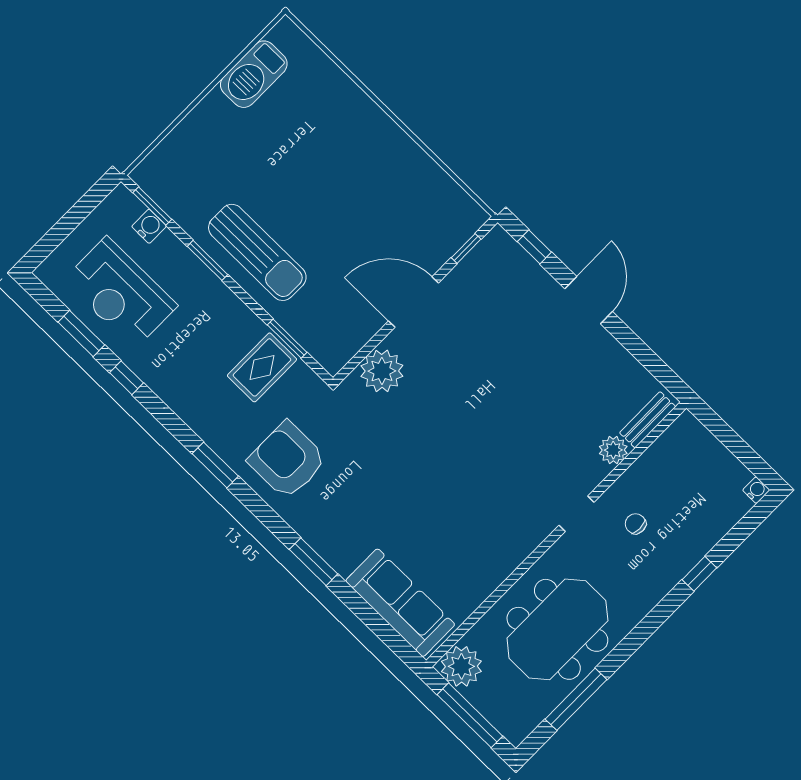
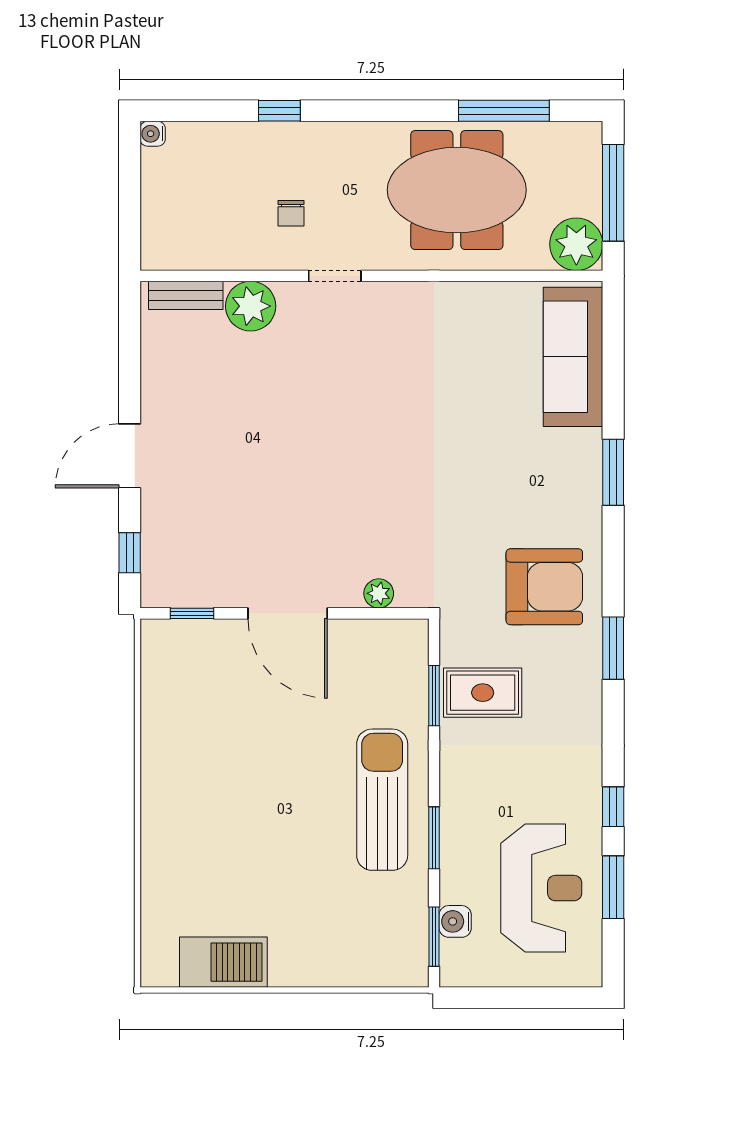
plant: (382, 371) -> (379, 593), width x0.53, depth x0.53
plant: (613, 450) -> (251, 306), width x1.36, depth x1.36
armchair: (287, 460) -> (544, 587), turned -90

